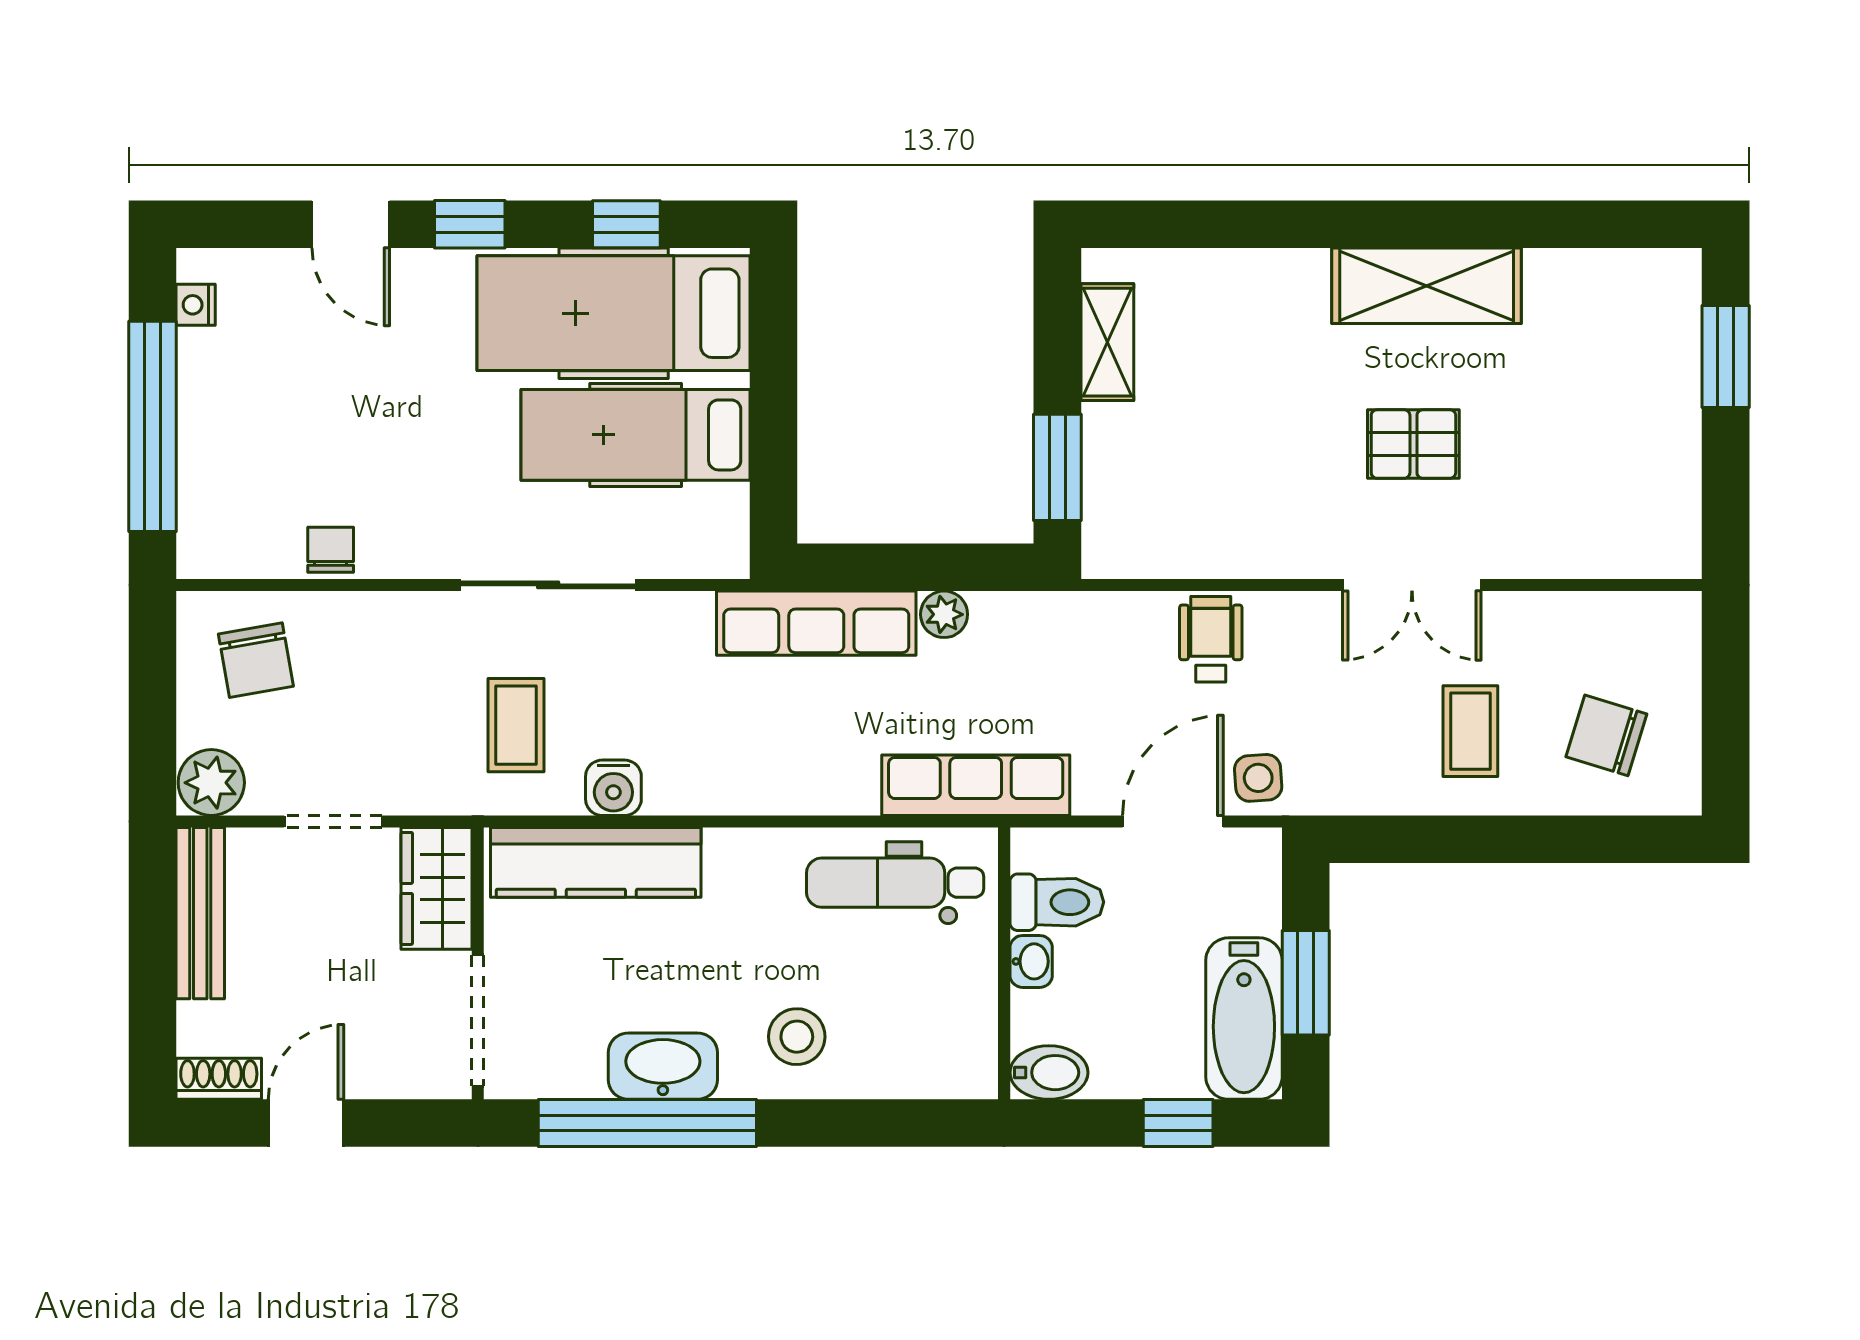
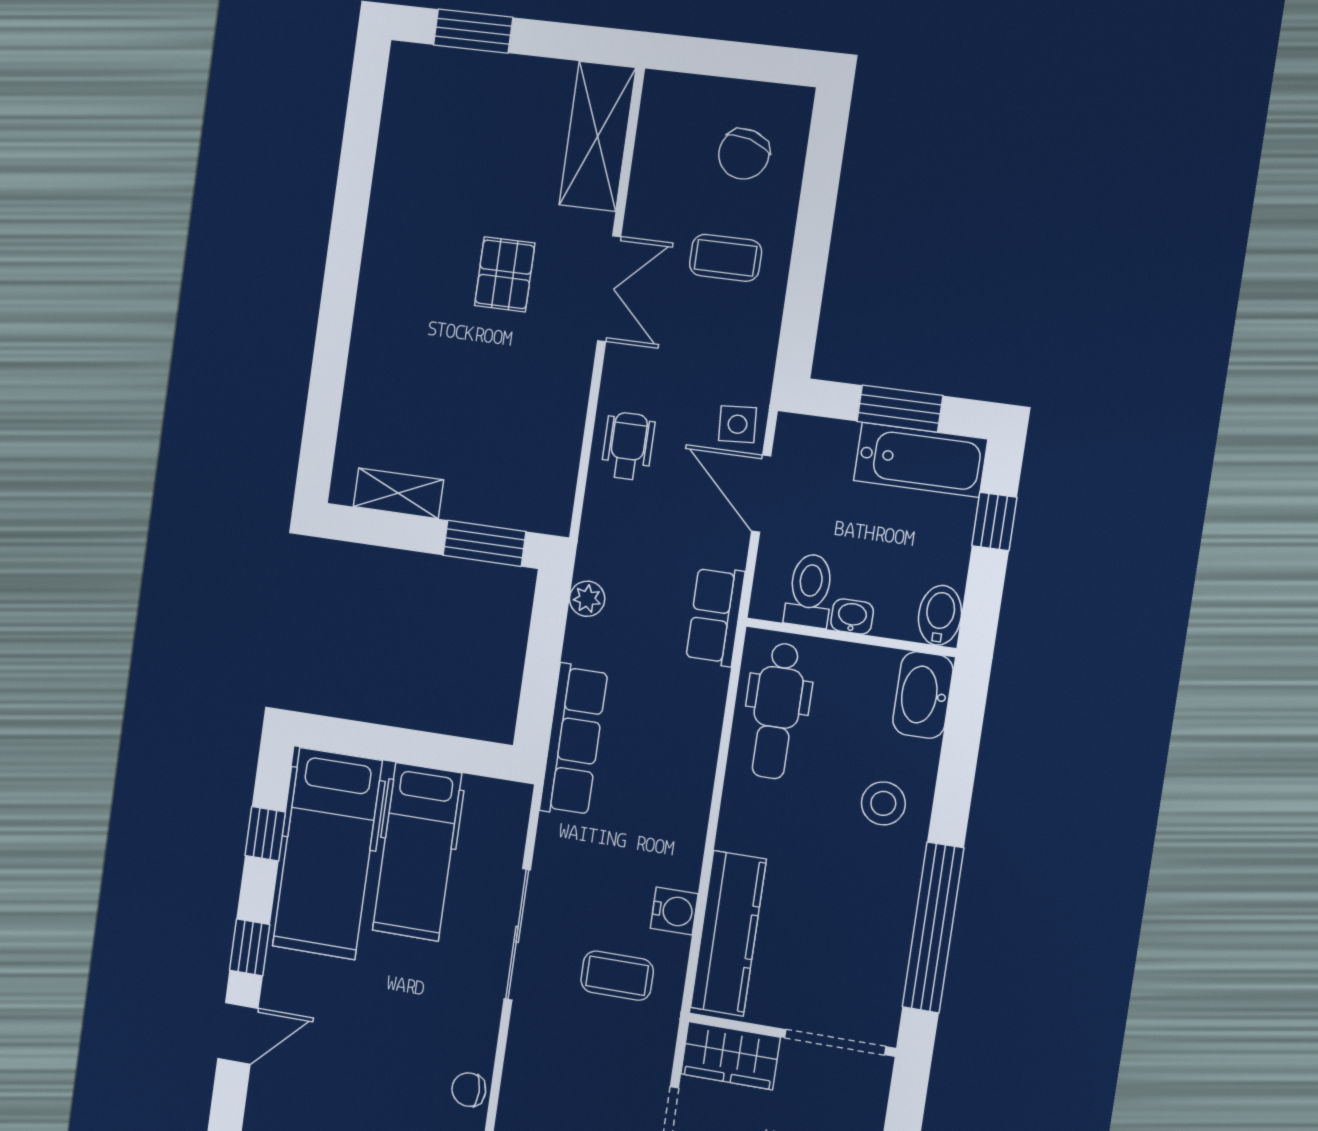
shelving: (1427, 286) -> (598, 136), moved
plant: (944, 614) -> (587, 599), moved
wheelchair: (1211, 639) -> (628, 446), turned 90
row of seats: (976, 785) -> (715, 616), width x0.68
washbasin: (663, 1066) -> (923, 695), moved

